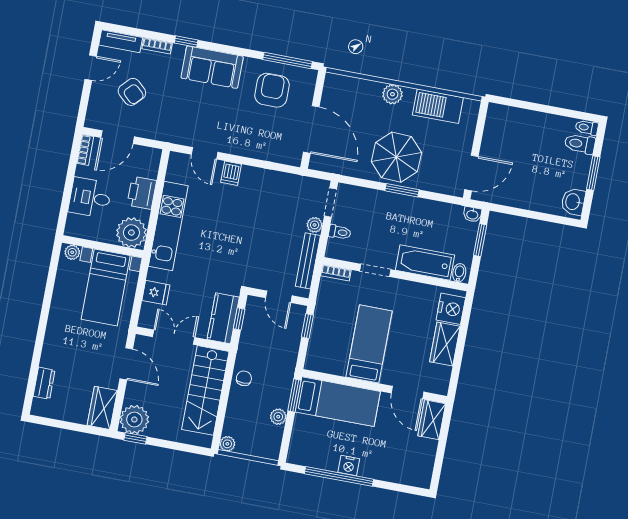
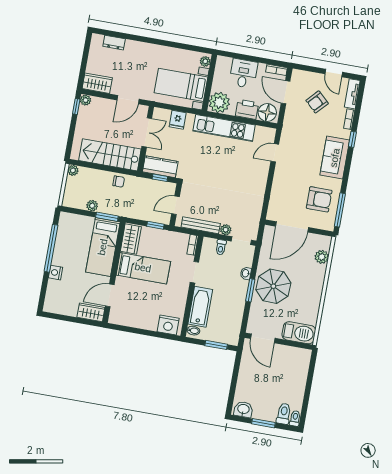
plant: (392, 94) -> (322, 257), moved
barbecue: (438, 106) -> (299, 333), moved, turned 90
floor lamp: (147, 164) -> (267, 113), added
dishwasher: (231, 173) -> (261, 171), removed
washbasin: (472, 214) -> (246, 273), moved
wardrobe: (445, 344) -> (131, 239), moved, turned 90
plant: (134, 420) -> (86, 100), width x0.53, depth x0.53
nightstand: (349, 466) -> (55, 273), moved

